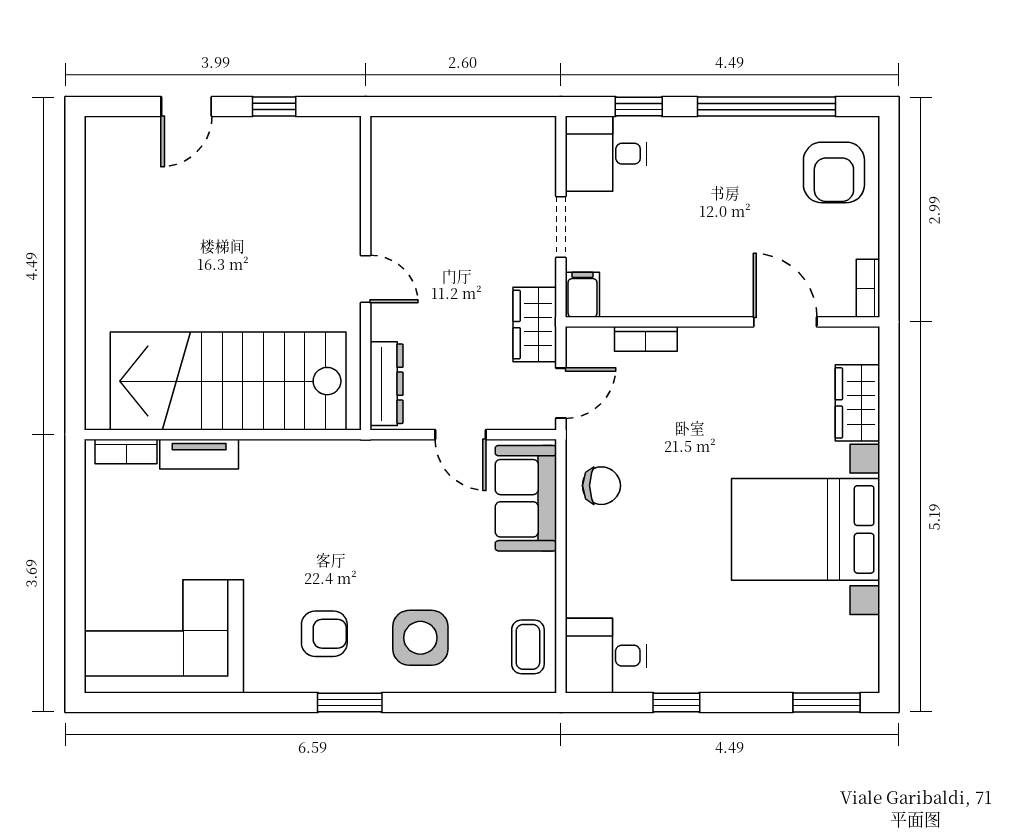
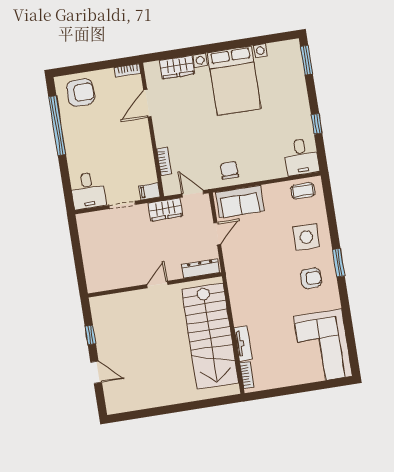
window: (639, 107) -> (66, 180), removed
armchair: (324, 634) -> (311, 278), turned 90

